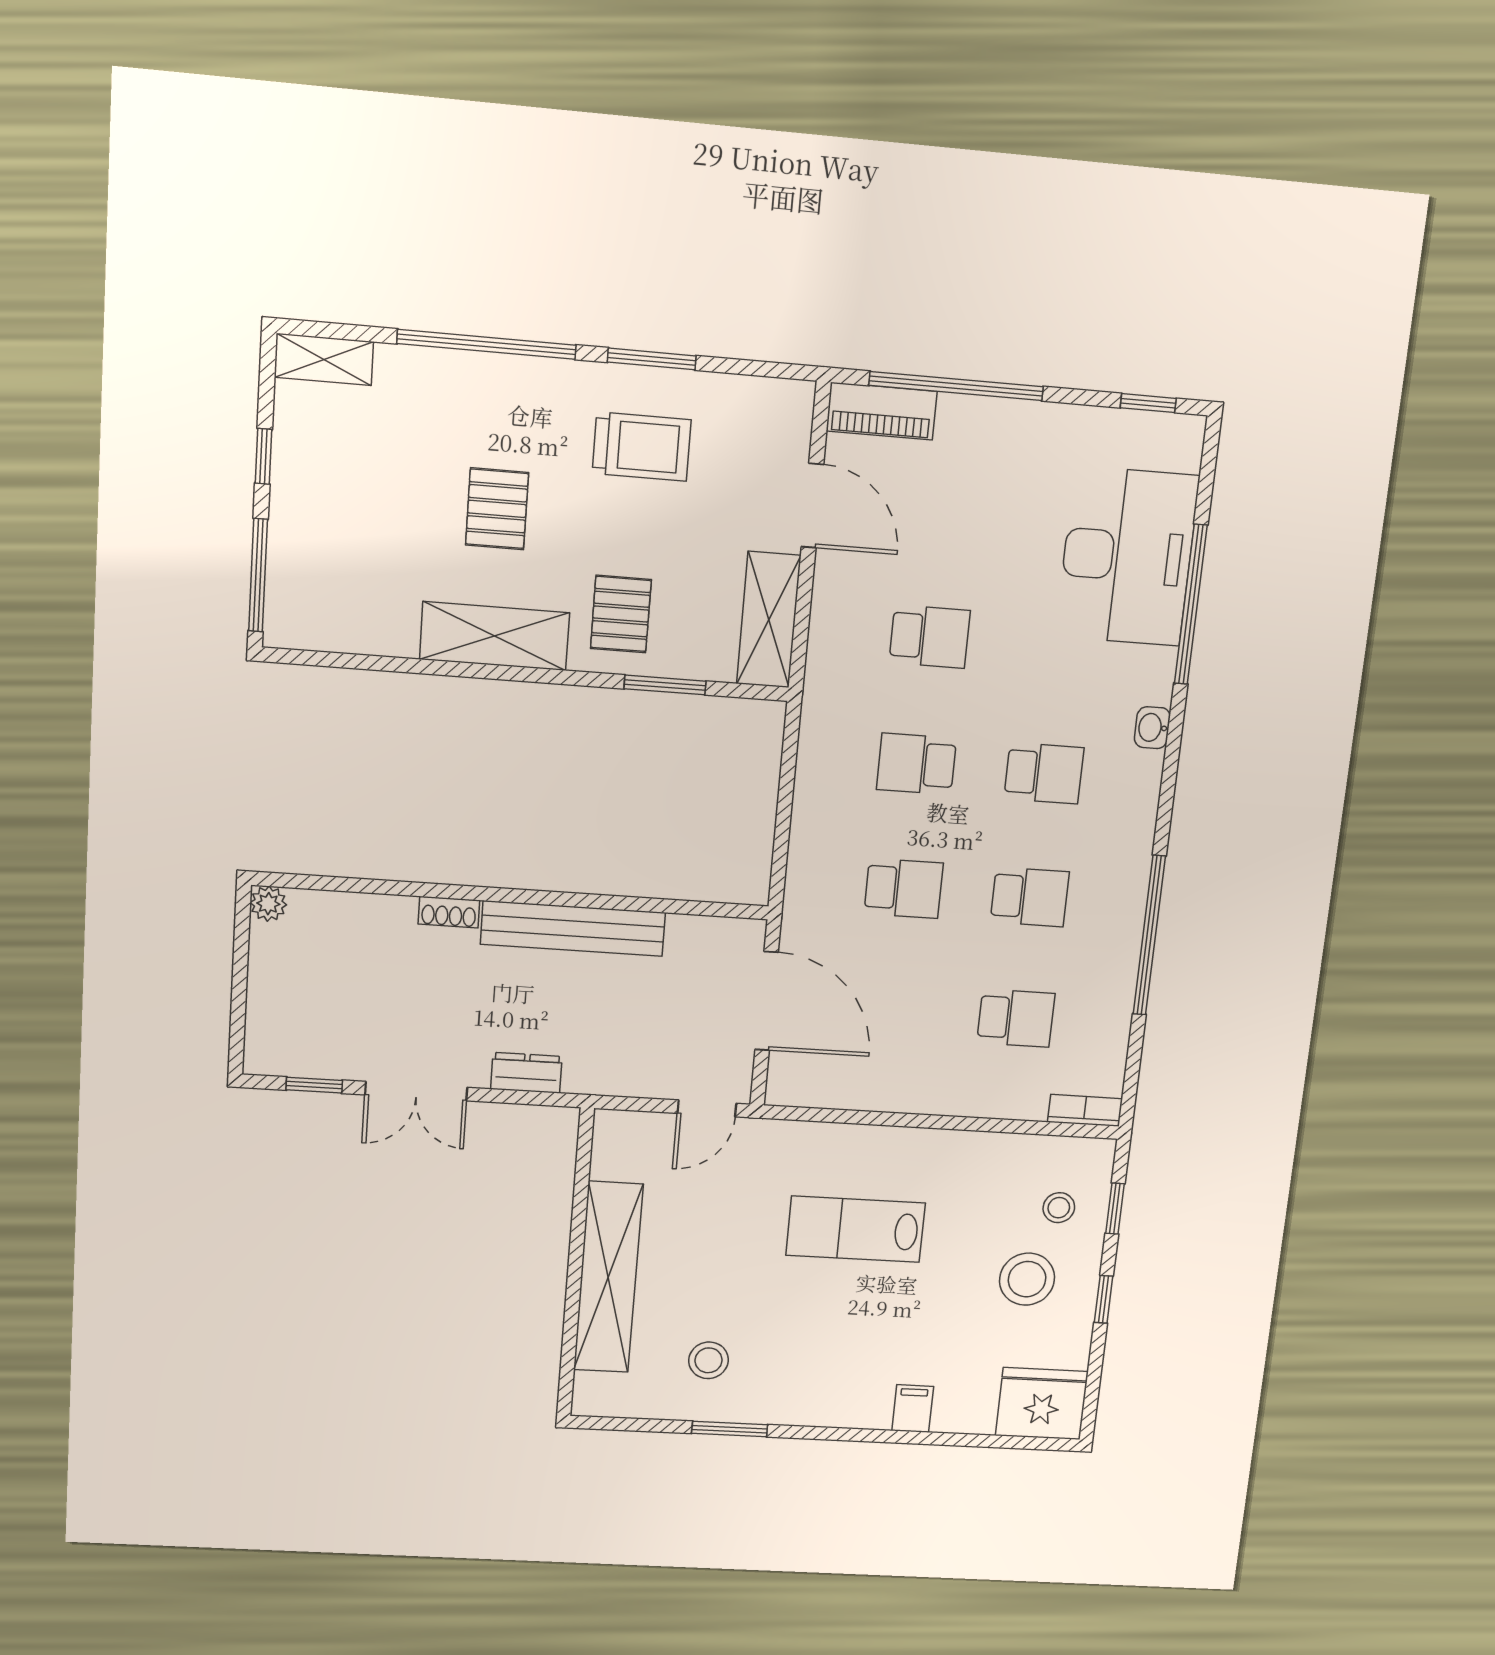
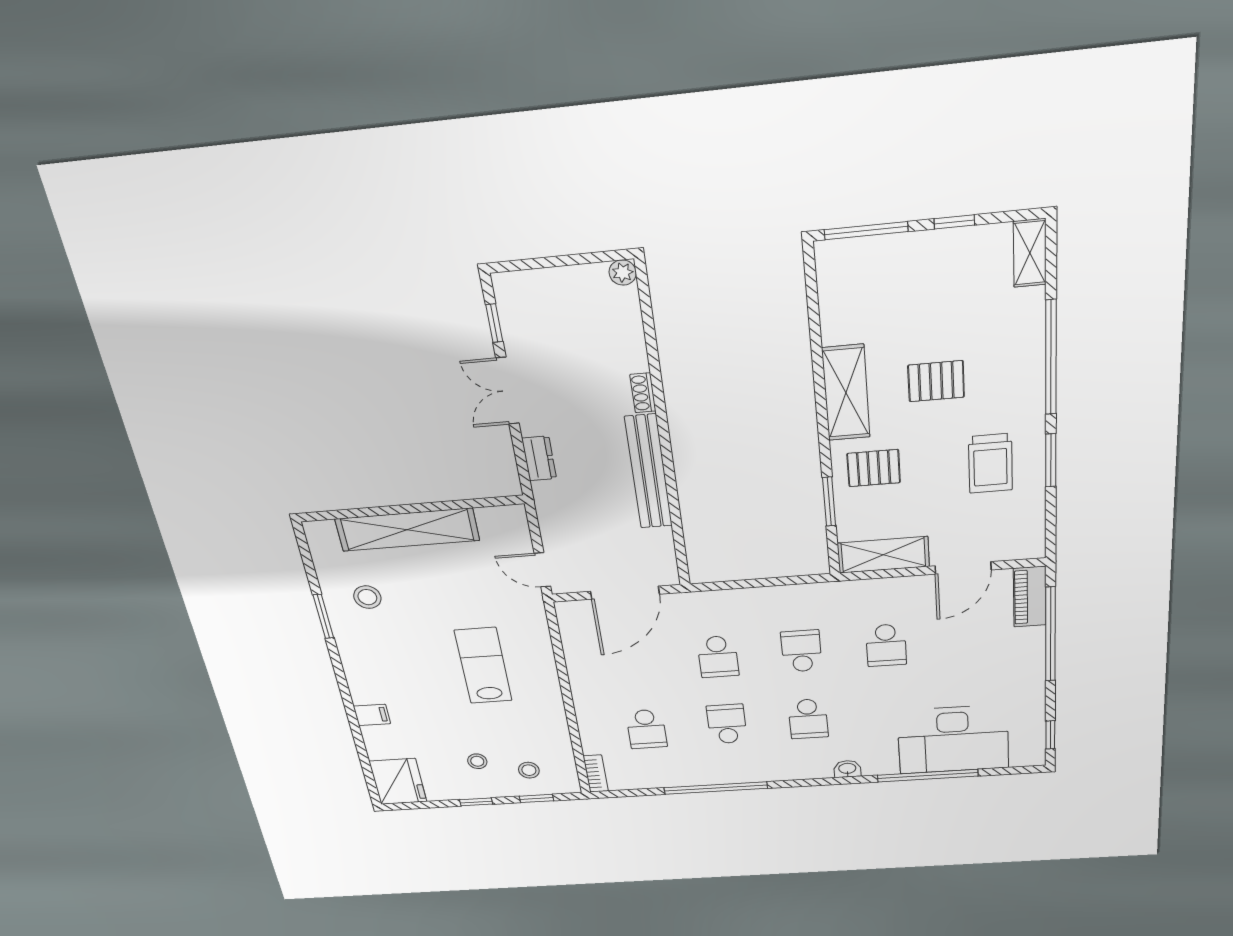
school desk: (1030, 897) -> (727, 724), turned 180
stool: (1027, 1279) -> (477, 761), width x0.53, depth x0.53

